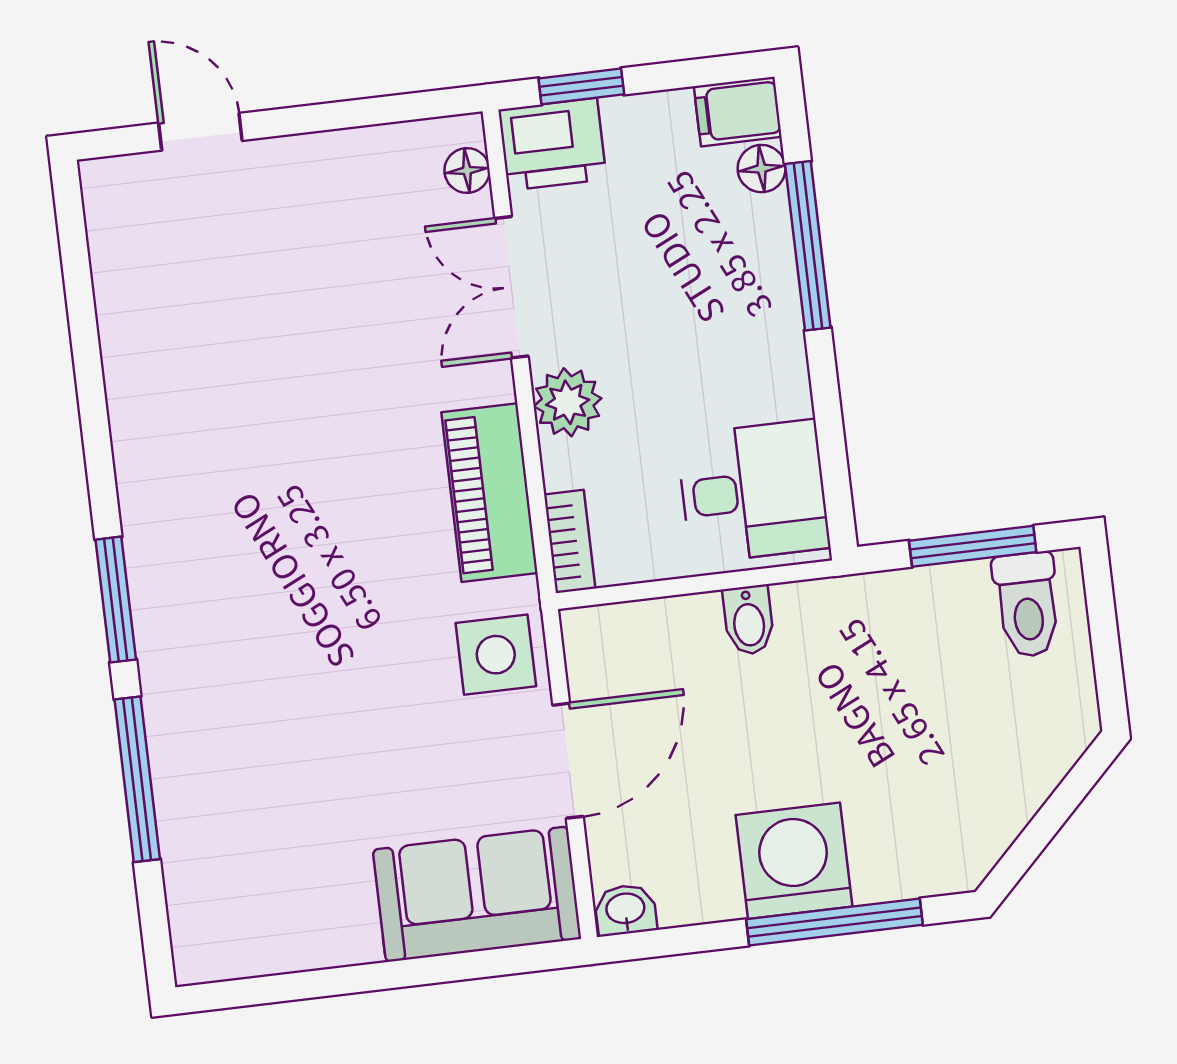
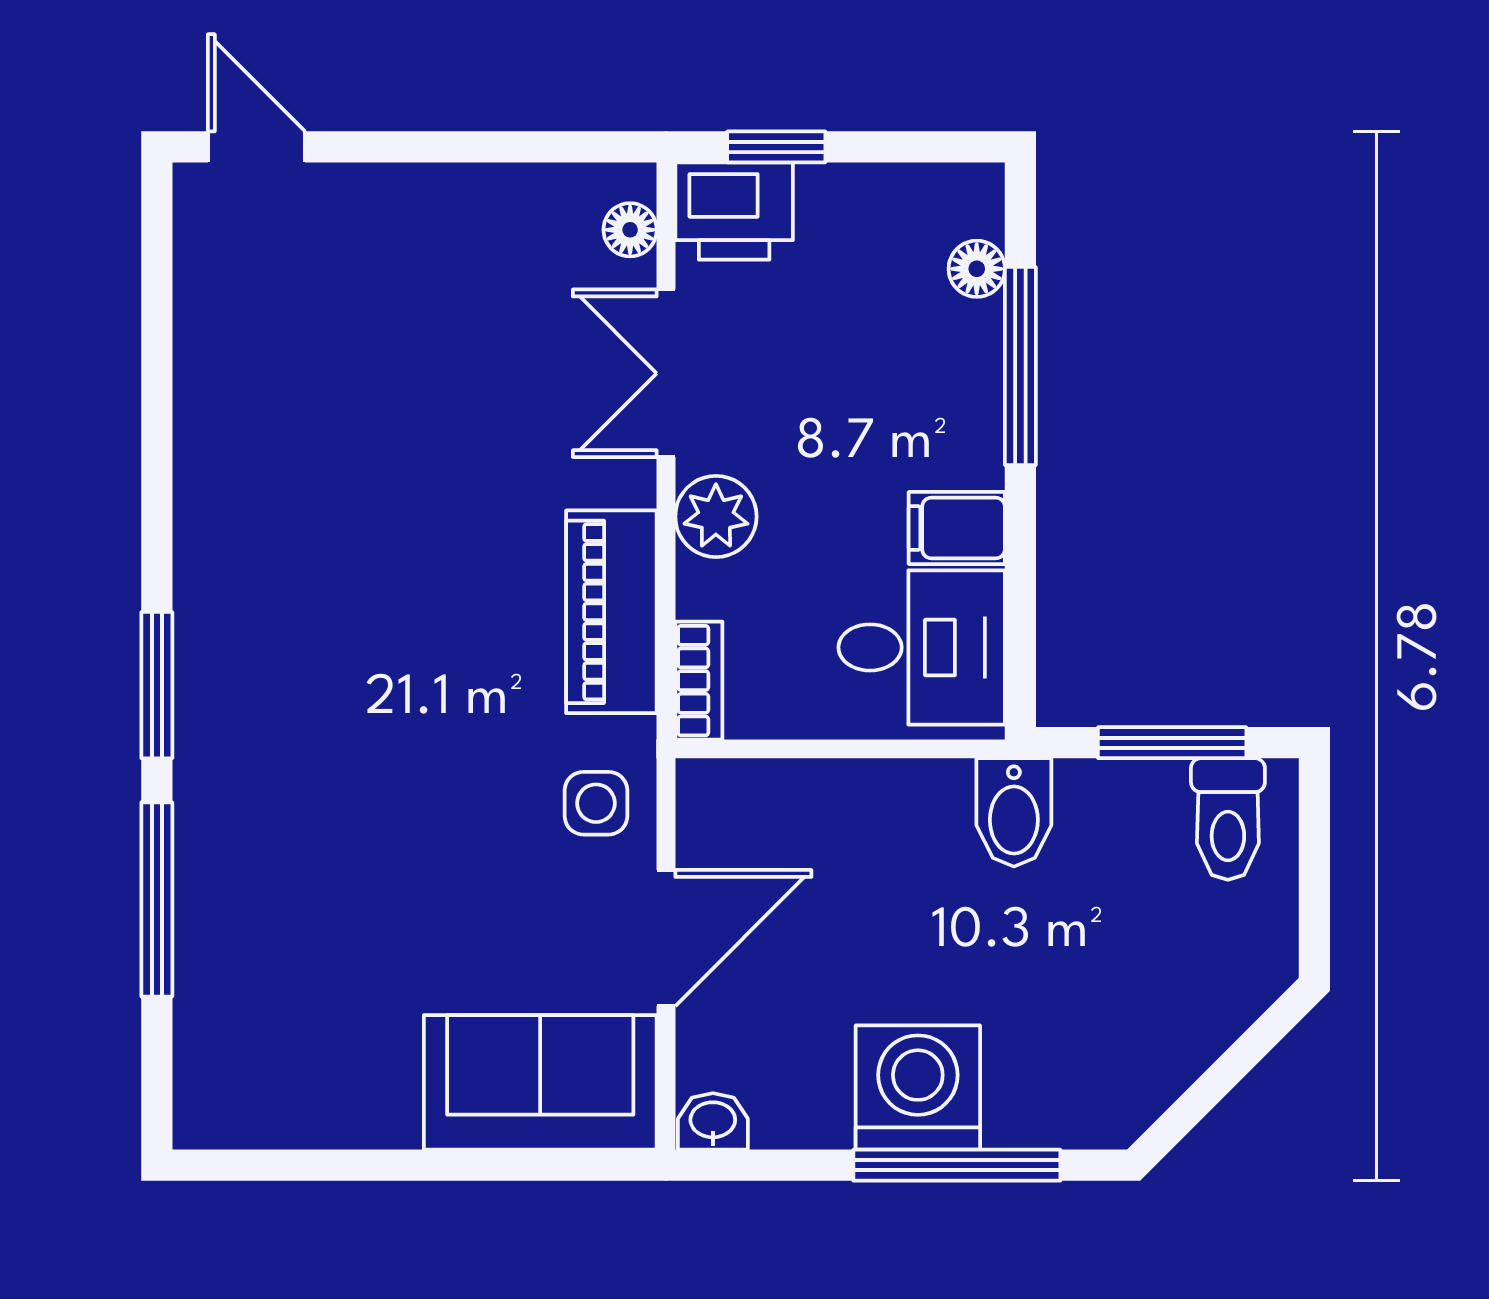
filing cabinet: (738, 112) -> (957, 528), moved
door: (200, 132) -> (256, 147), moved
bidet: (749, 620) -> (1014, 812), moved, width x1.38, depth x1.36
side table: (496, 655) -> (596, 803), width x0.73, depth x0.73

